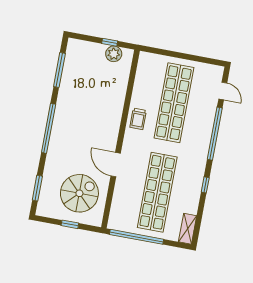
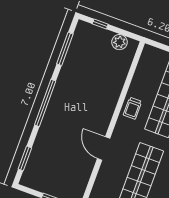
window: (110, 42) -> (100, 24), moved
spiral stairs: (79, 193) -> (64, 170), removed

